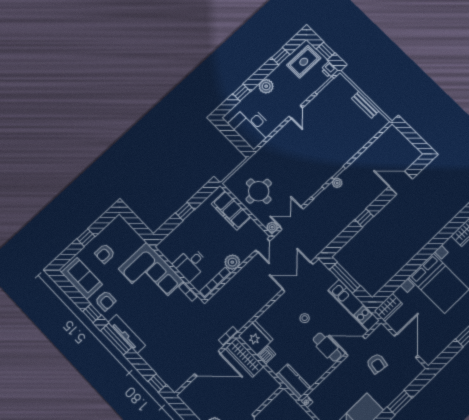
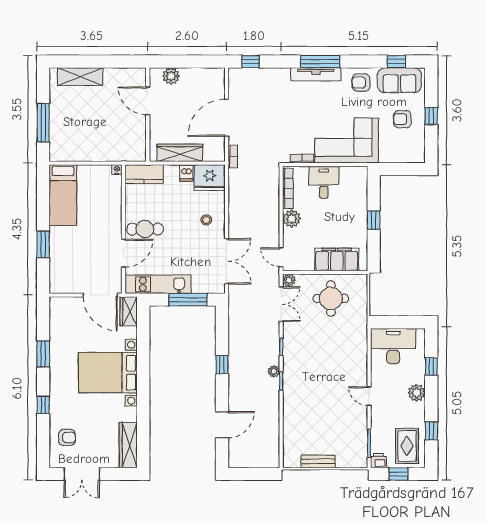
armchair: (105, 254) -> (402, 119), turned -90
window: (92, 313) -> (396, 62), moved
stool: (305, 318) -> (206, 220), moved
door: (406, 346) -> (100, 295), moved
wardrobe: (244, 358) -> (180, 153), moved
armchair: (377, 363) -> (92, 257), removed

